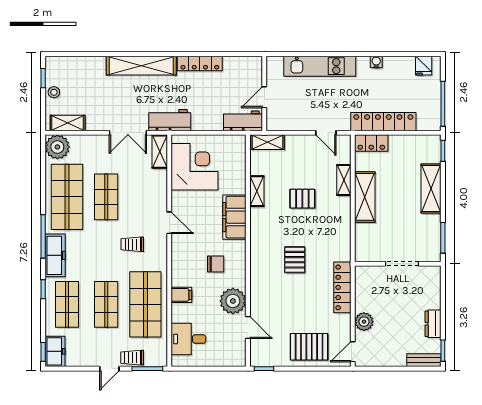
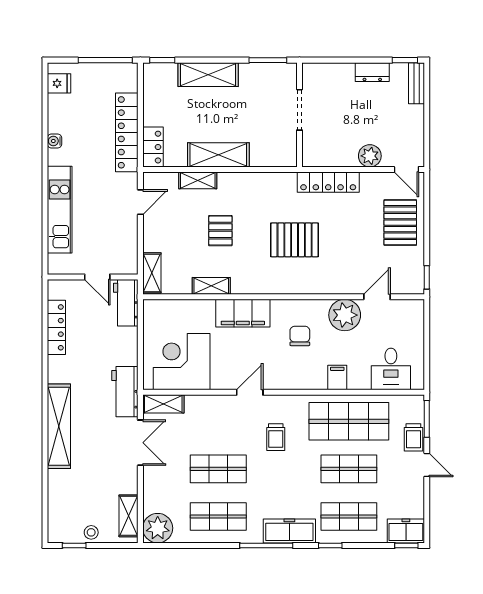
locker: (200, 63) -> (56, 327), moved
shop shelf: (67, 197) -> (218, 516), width x0.70, depth x0.74
pallet: (295, 260) -> (295, 240), width x1.50, depth x1.42

